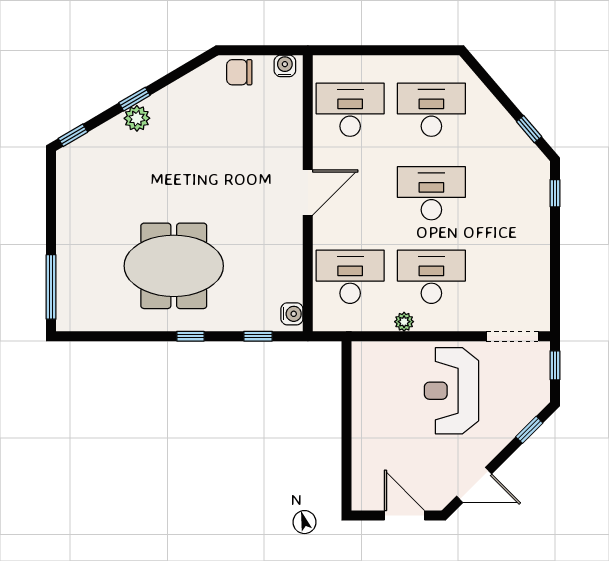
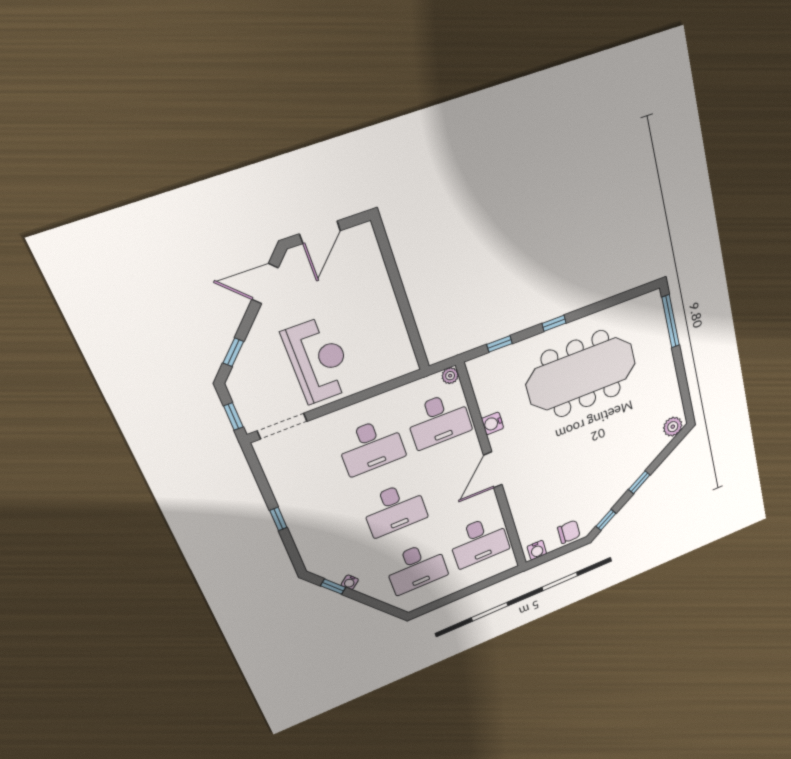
plant: (137, 118) -> (673, 427), moved
water cooler: (510, 126) -> (350, 582), added
window: (73, 135) -> (606, 520), moved
window: (555, 193) -> (278, 519), moved
meeting table: (174, 266) -> (581, 374), width x1.36
water cooler: (292, 314) -> (493, 423), moved
plant: (404, 322) -> (450, 376), moved
door: (405, 515) -> (320, 232), hinge flipped

